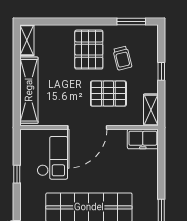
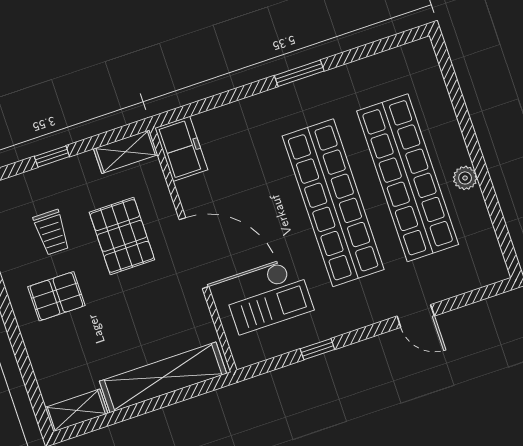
pallet: (89, 50) -> (56, 296), width x0.67, depth x0.71
trolley: (122, 58) -> (52, 232), turned 104
checkout: (52, 158) -> (268, 296), turned 180

